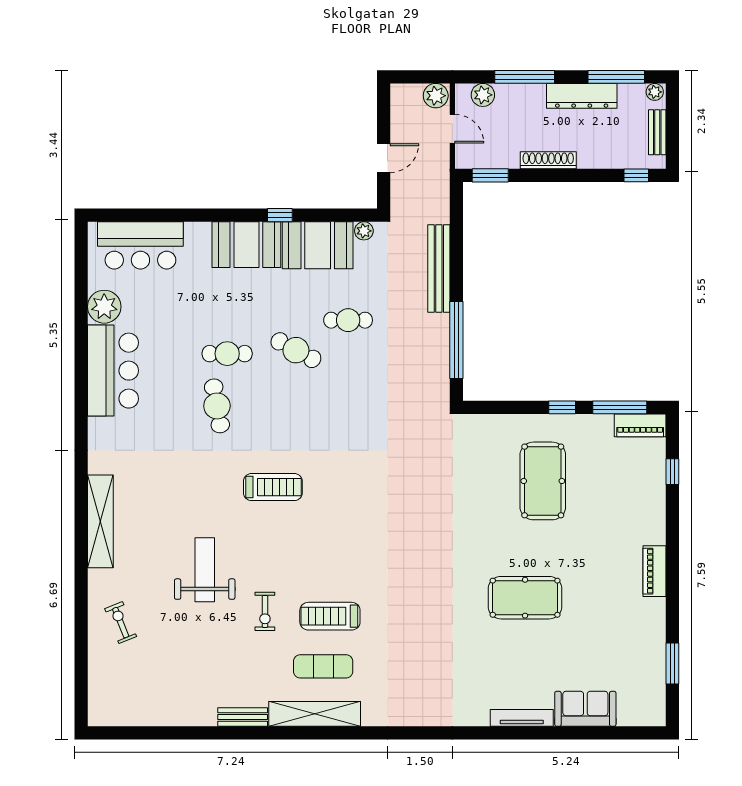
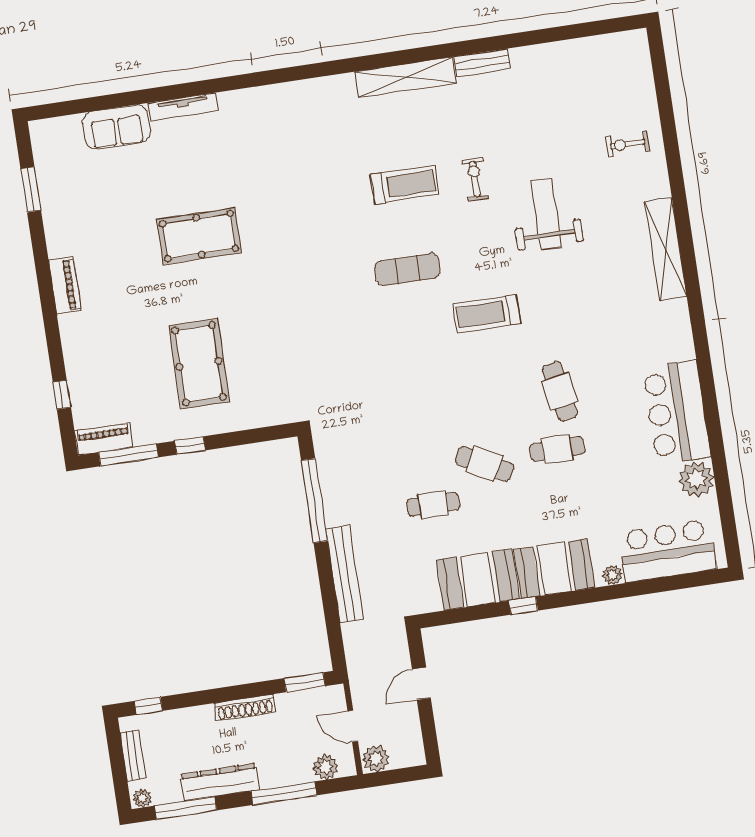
plant: (364, 231) -> (612, 575), moved
weight bench: (205, 570) -> (546, 214), turned 180
exercise bike: (121, 623) -> (628, 144), turned 112
exercise mat: (323, 666) -> (407, 270), moved

